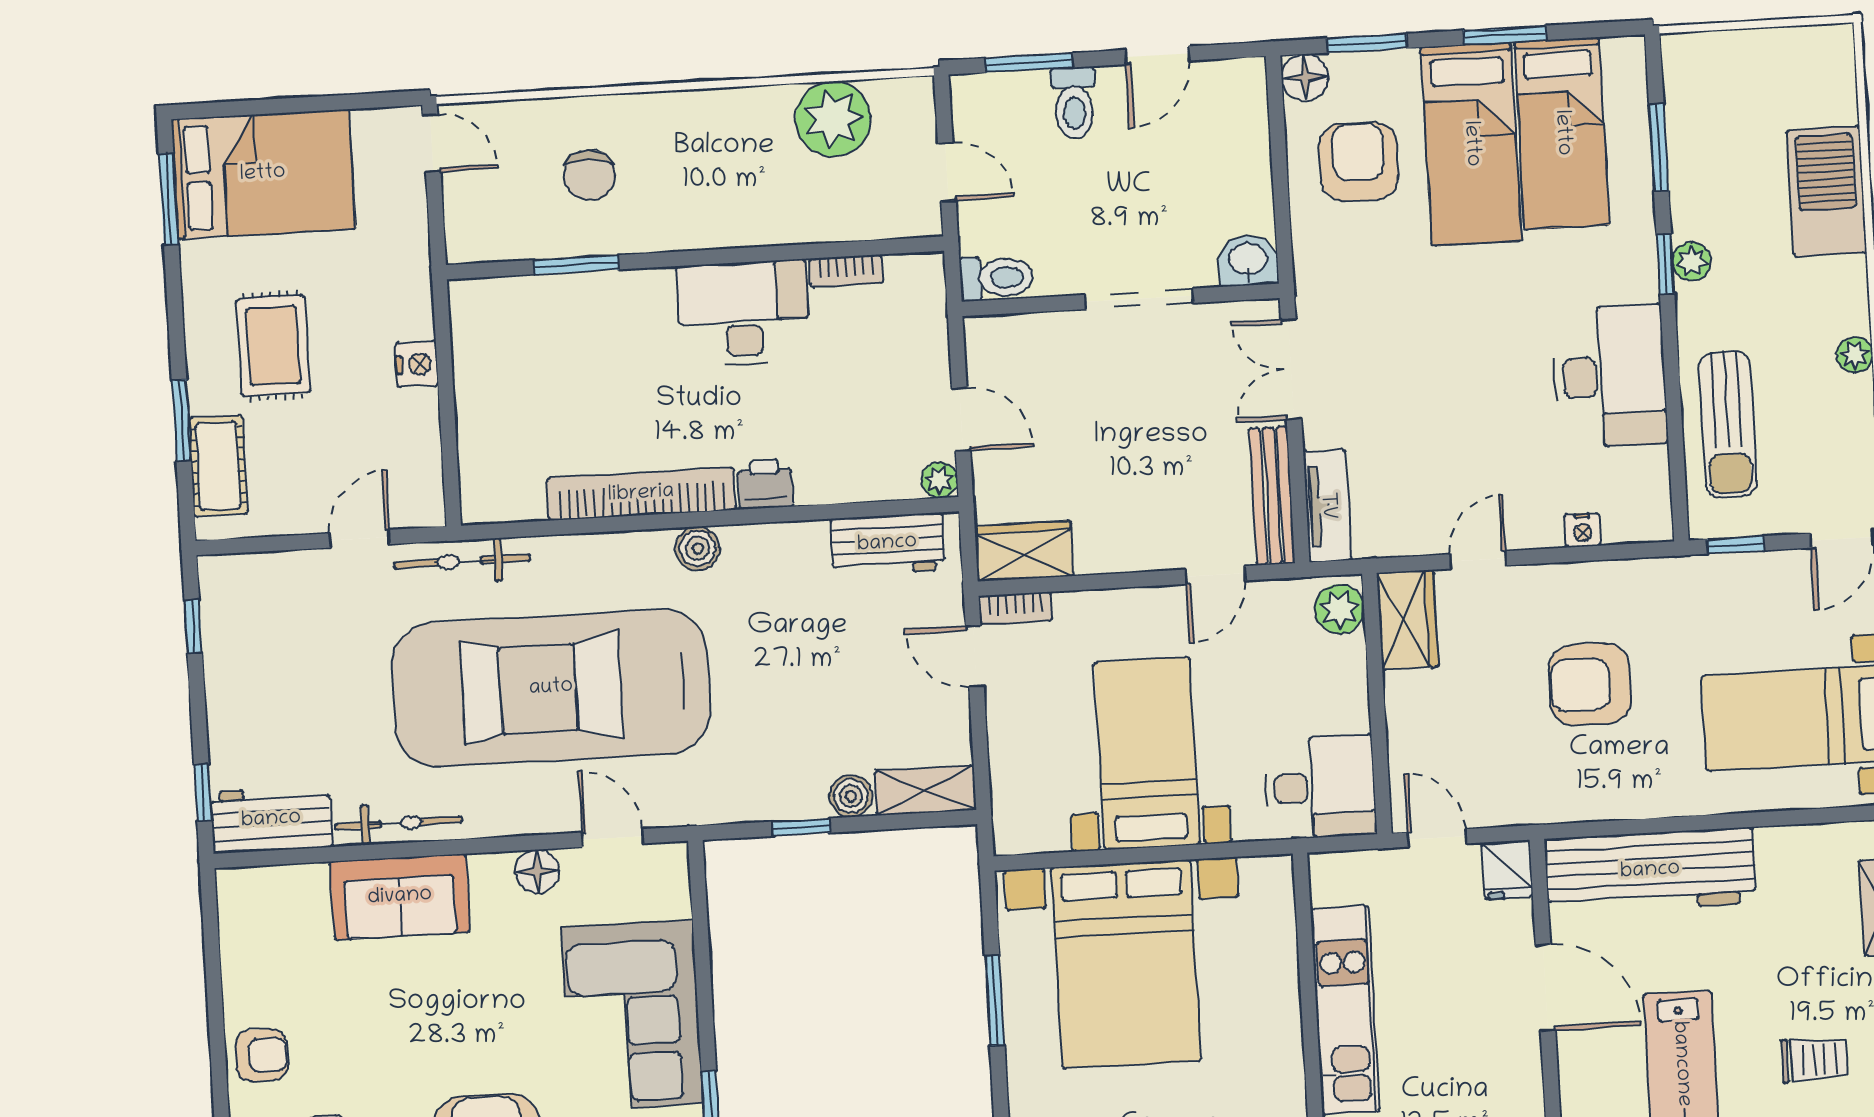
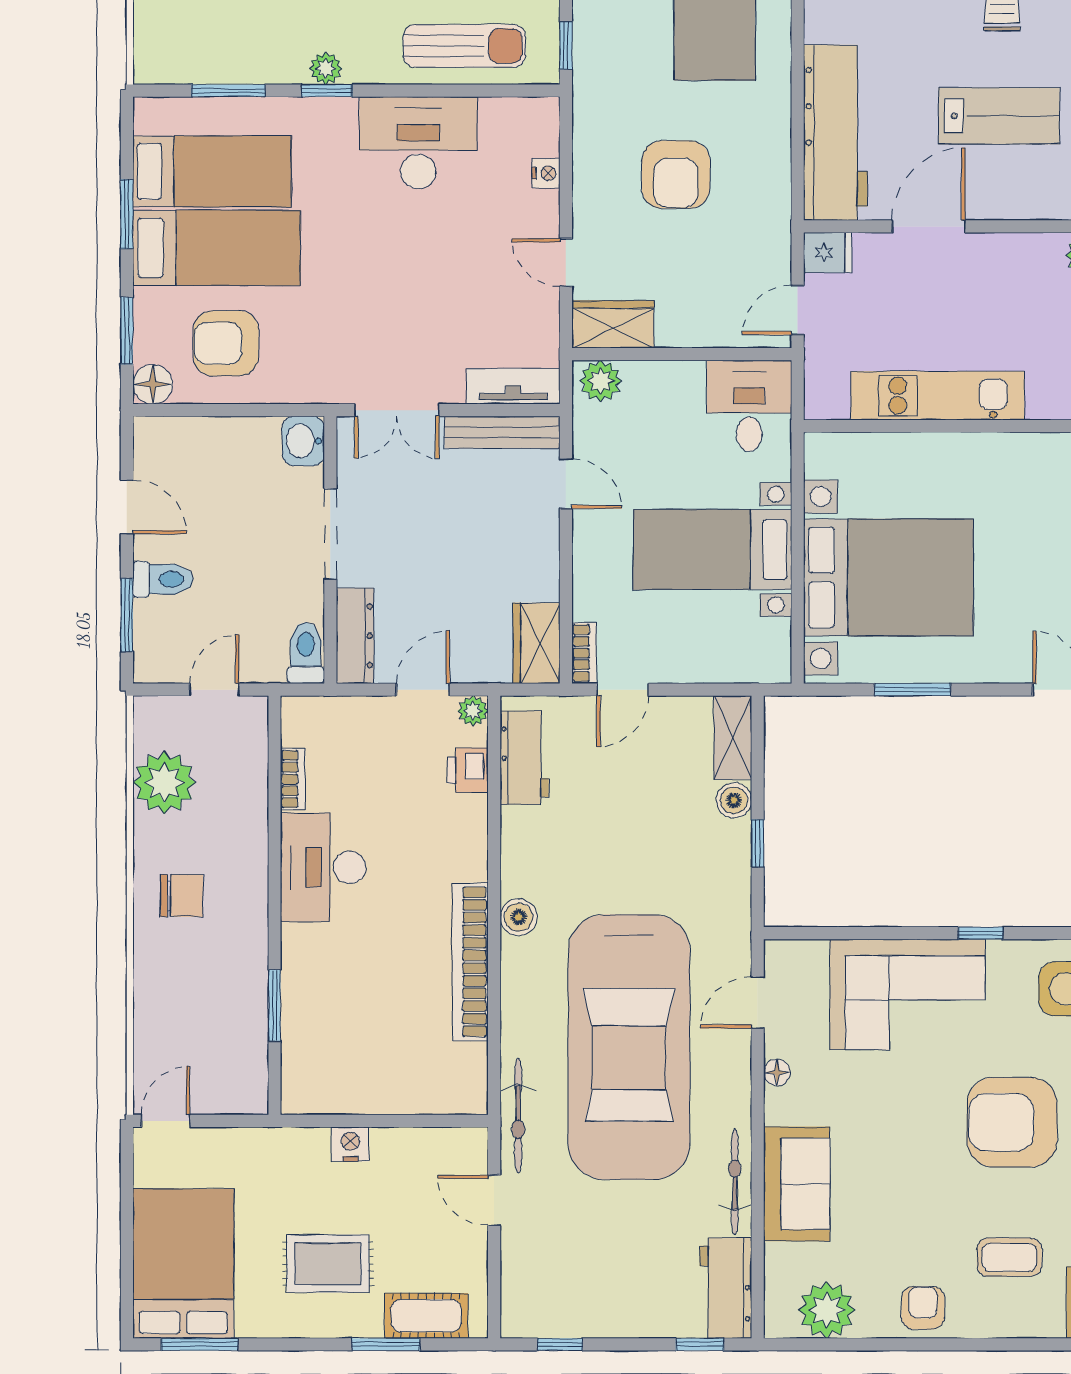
chair: (589, 175) -> (182, 896), moved
dresser: (1020, 335) -> (355, 636), added
printer: (765, 484) -> (468, 770), moved
floor lamp: (537, 871) -> (777, 1072), width x0.73, depth x0.73
plant: (252, 941) -> (827, 1310), added

